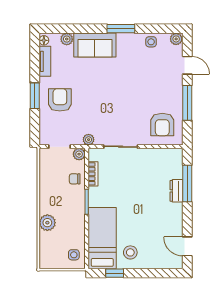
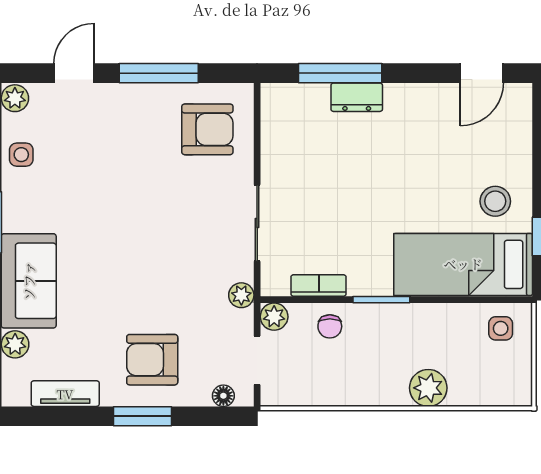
floor lamp: (44, 40) -> (223, 396), moved

